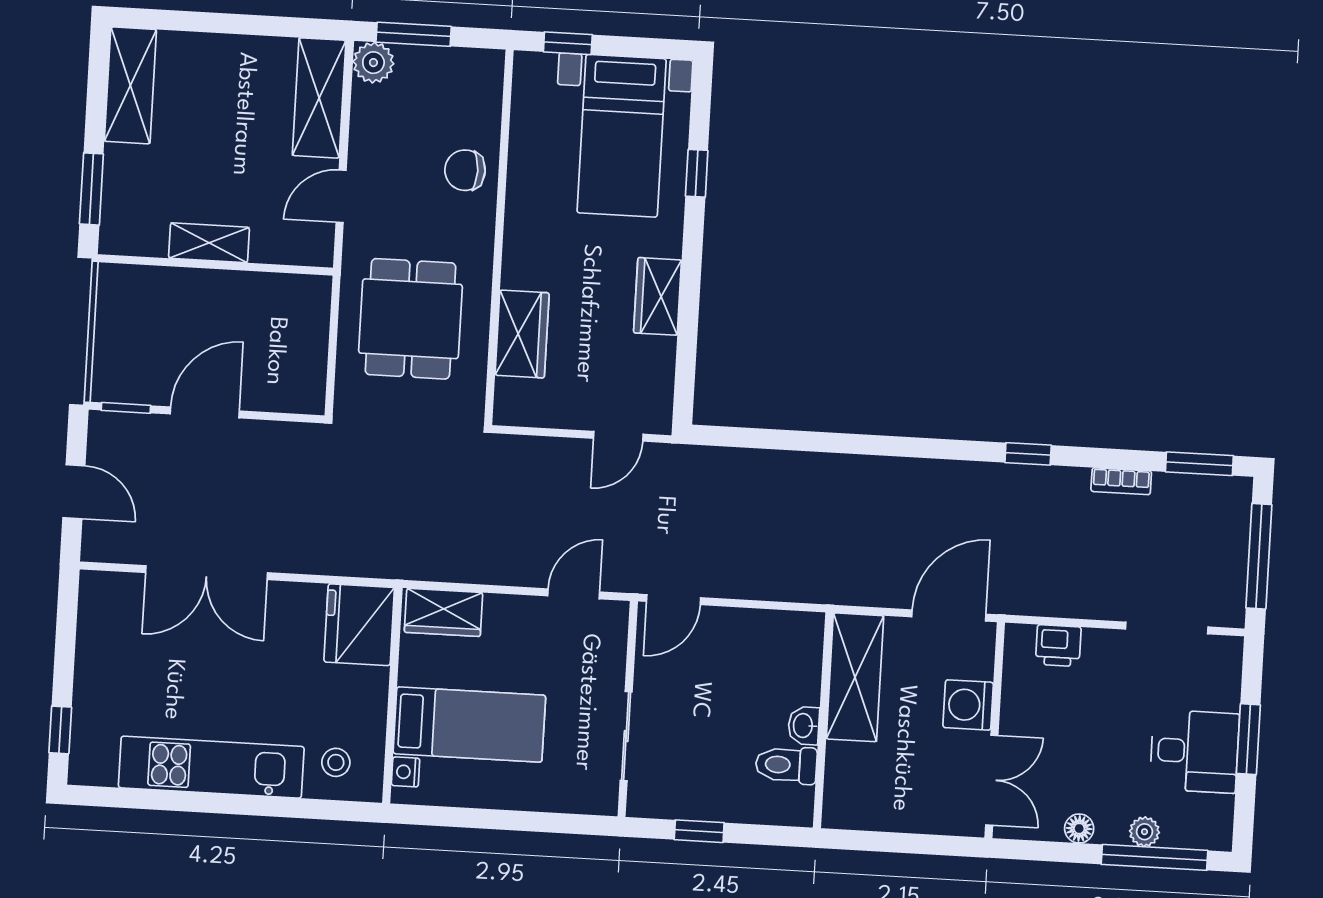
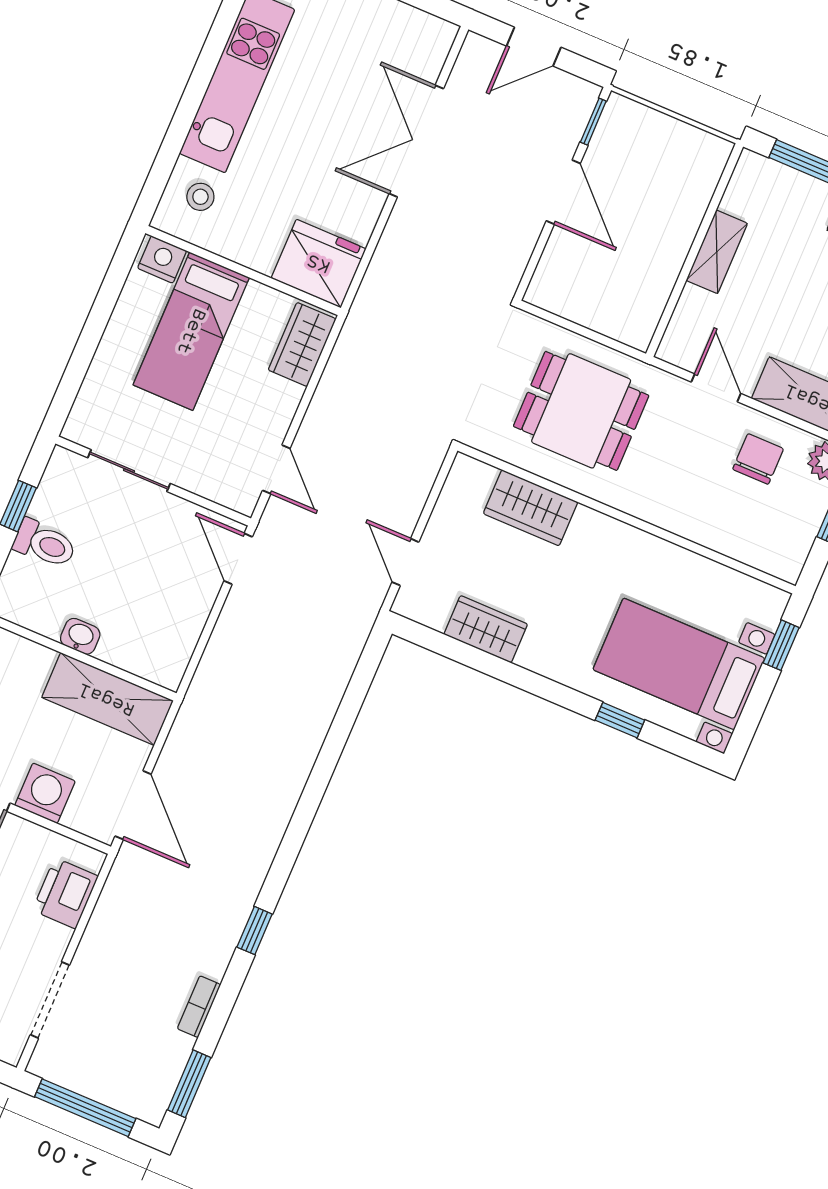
chair: (465, 170) -> (758, 459), moved
wardrobe: (658, 296) -> (486, 629), moved
printer: (1058, 646) -> (65, 893), width x1.36, depth x1.24
toilet: (786, 765) -> (45, 544), moved, turned 90
nightstand: (406, 772) -> (162, 259), width x1.39, depth x1.35

